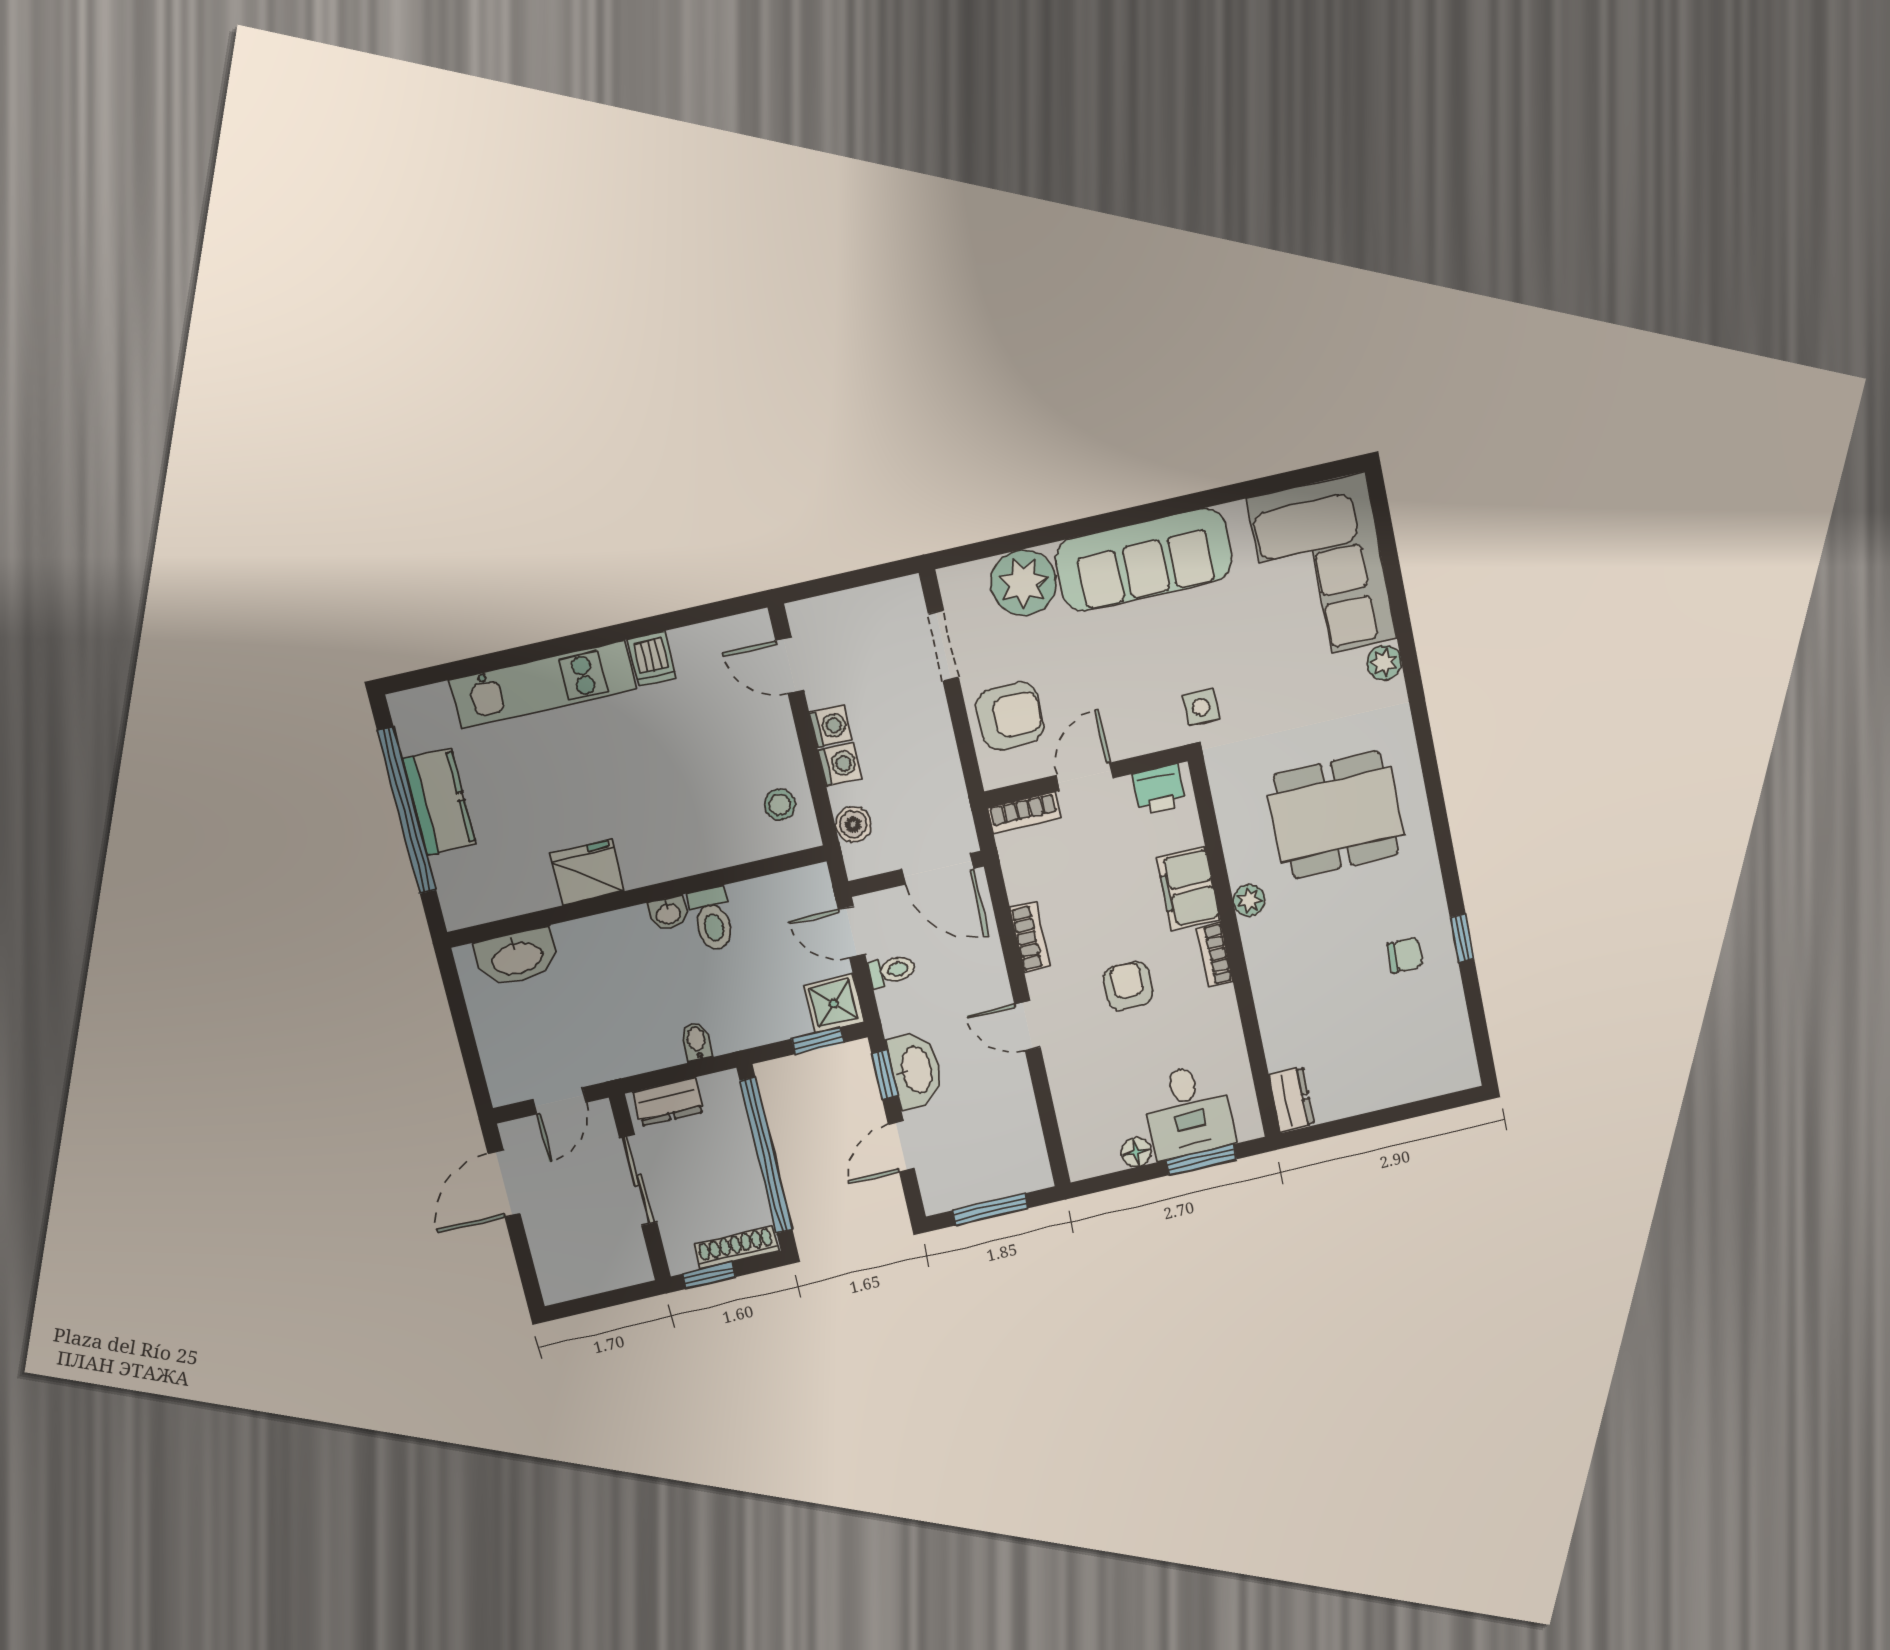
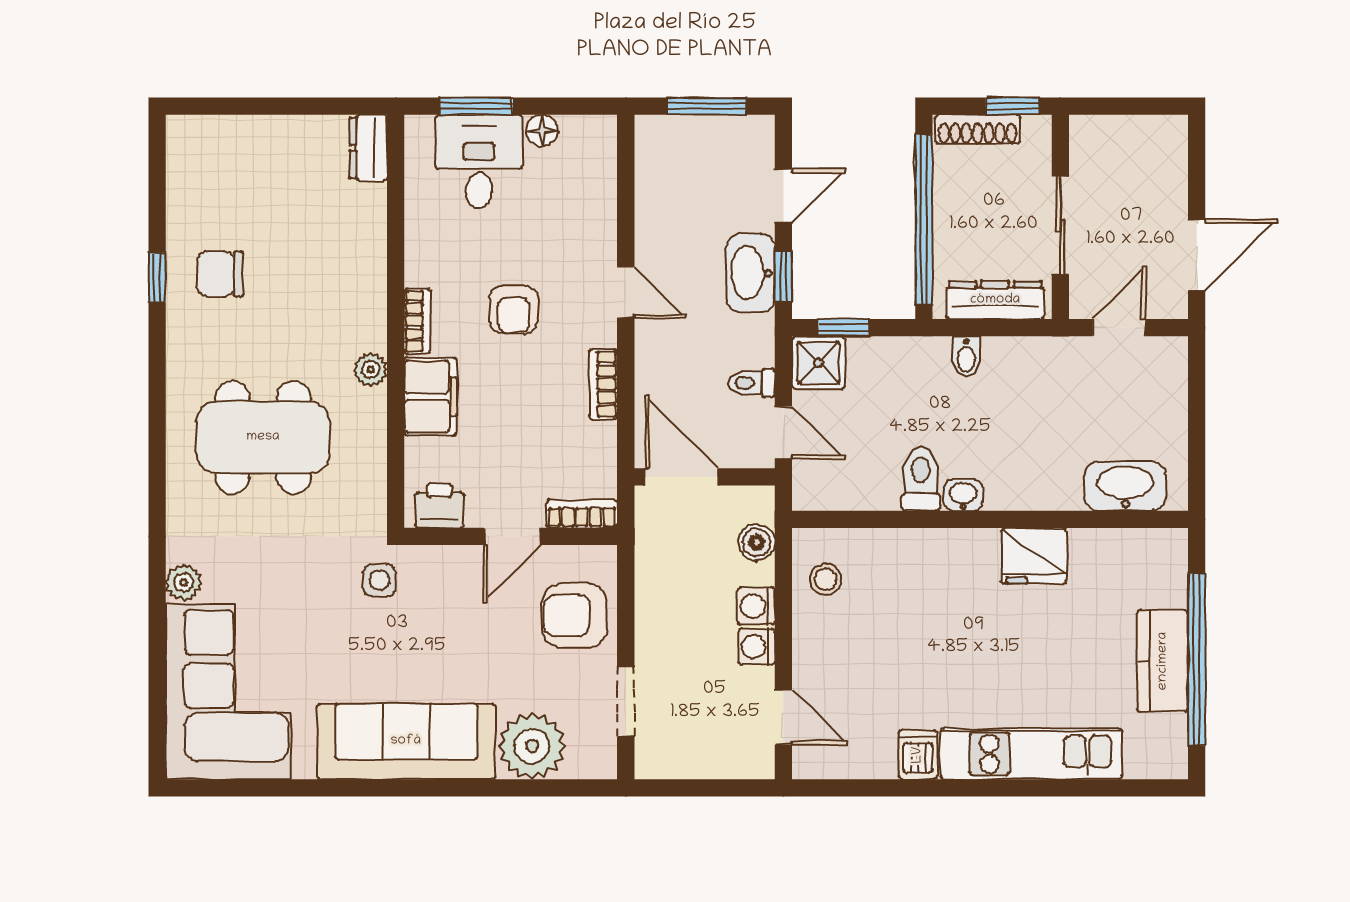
chair: (1405, 955) -> (220, 274), width x1.37, depth x1.37
dresser: (668, 1102) -> (995, 300), width x1.44

